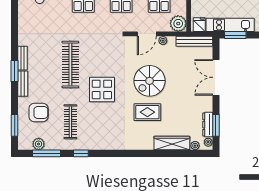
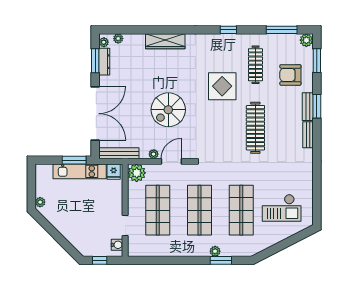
window: (15, 71) -> (317, 106), moved
double door: (216, 77) -> (95, 114), width x1.36
spiral stairs: (150, 81) -> (168, 110), turned 180
display table: (102, 89) -> (222, 86), moved
rug: (147, 112) -> (171, 75), removed
wardrobe: (172, 143) -> (165, 41), moved
plant: (39, 144) -> (306, 40), moved
window: (81, 153) -> (228, 30), moved

